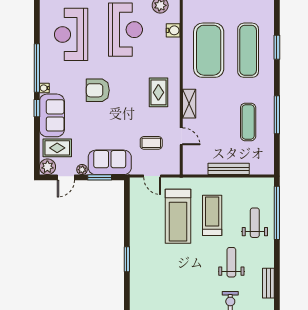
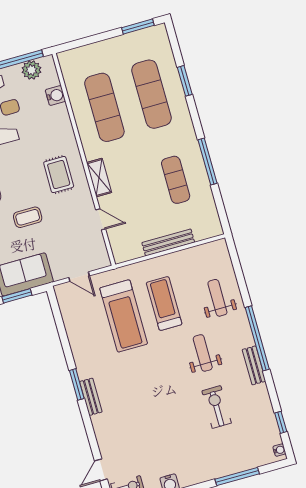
exercise mat: (209, 50) -> (104, 107), width x0.68
coffee table: (151, 143) -> (28, 217), moved
window: (277, 213) -> (257, 338), moved
bench: (135, 272) -> (91, 397), added

